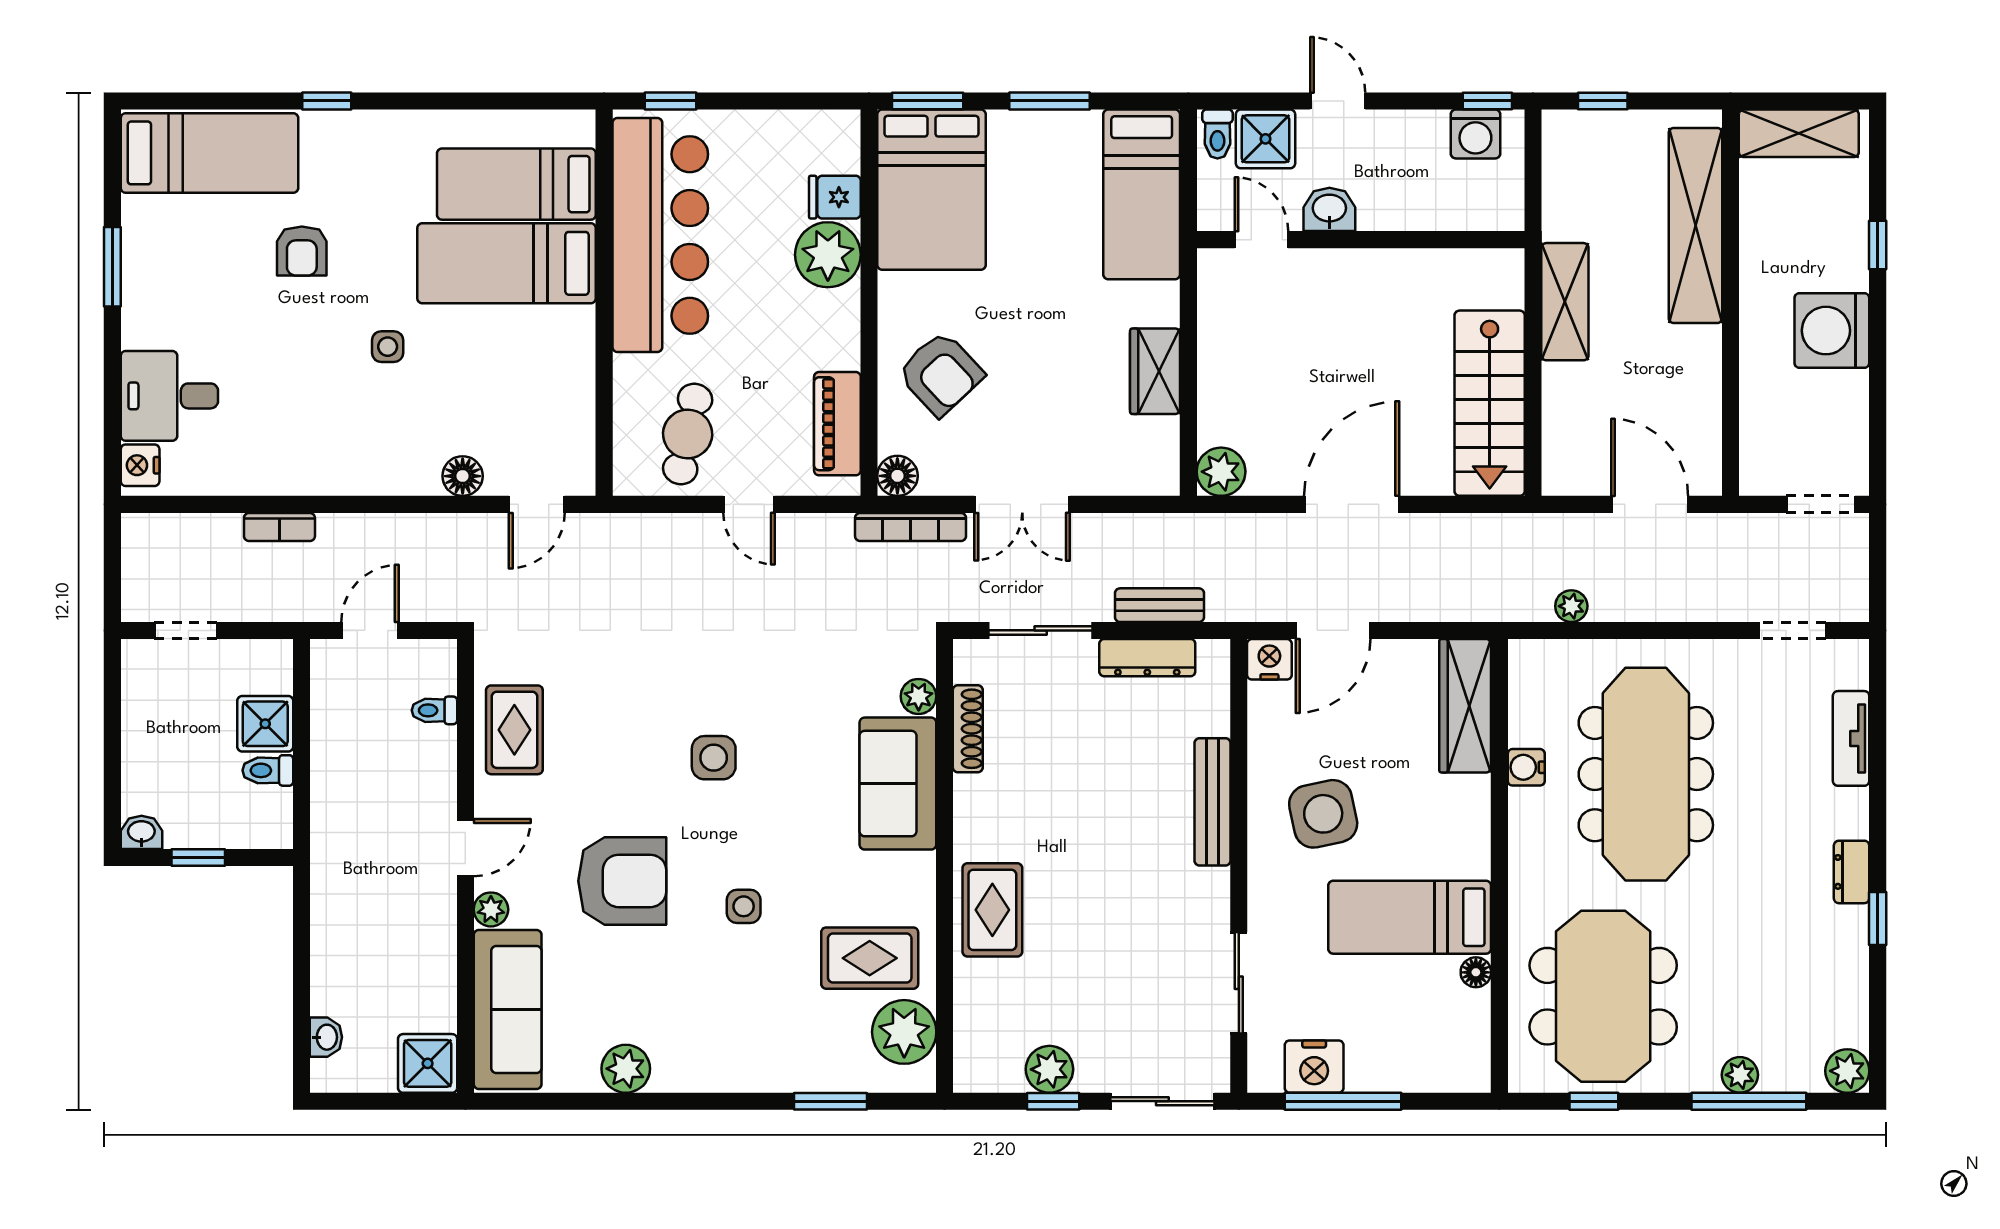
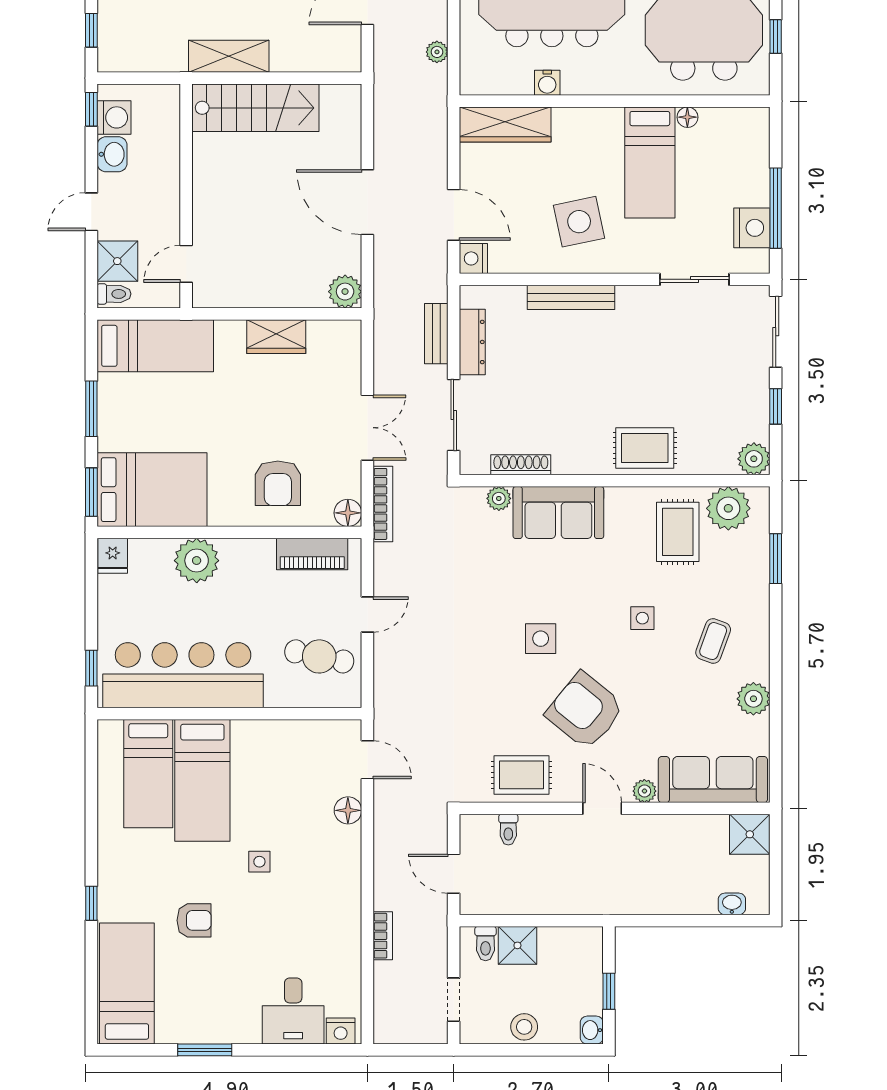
fridge: (835, 197) -> (113, 556), moved
washbasin: (1329, 209) -> (112, 154), moved, turned 180
armchair: (941, 374) -> (278, 483), turned 133
stairs: (1490, 403) -> (255, 108), moved
stool: (146, 734) -> (524, 1027), added
toilet: (268, 770) -> (486, 944), moved
armchair: (622, 881) -> (585, 711), moved, turned -51
coffee table: (710, 1010) -> (713, 641), added
plant: (1049, 1069) -> (754, 459), moved

